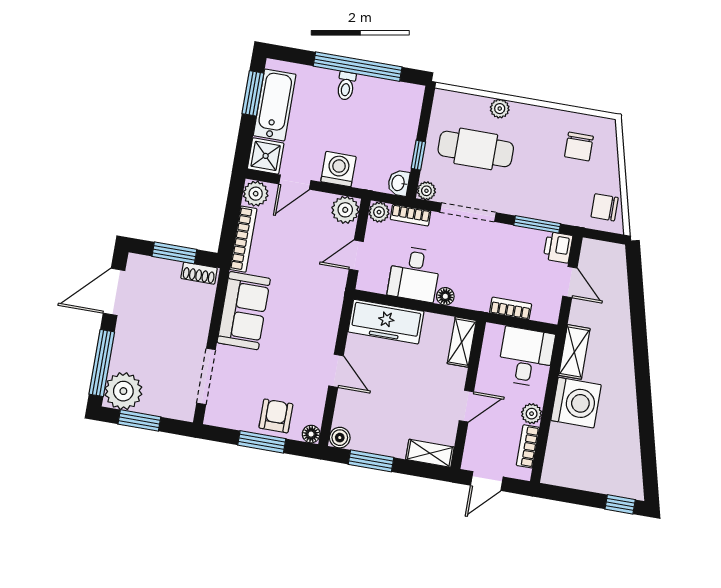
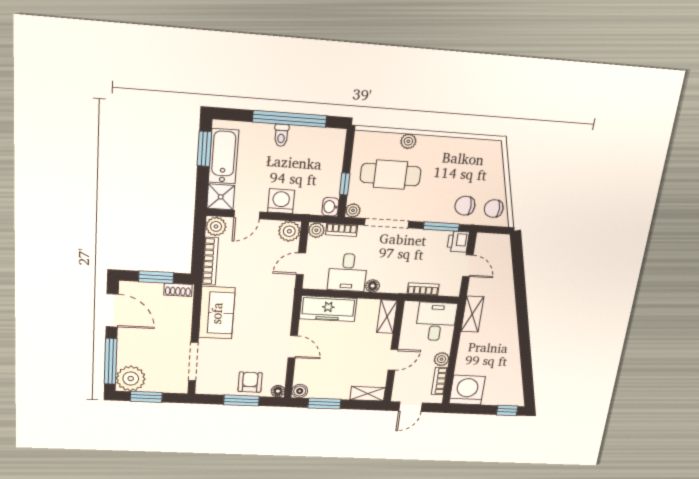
chair: (579, 146) -> (465, 206), moved, turned 90
door: (114, 292) -> (112, 310), swing flipped
washing machine: (576, 403) -> (467, 390), moved, turned -90

